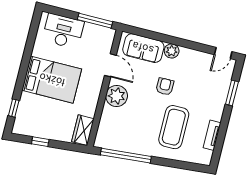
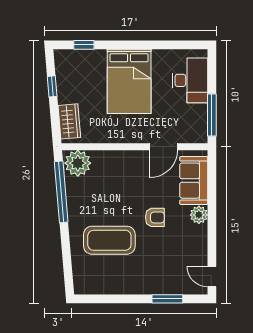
plant: (117, 96) -> (78, 163), moved
wardrobe: (83, 130) -> (69, 121), moved, turned 85
tv unit: (212, 135) -> (111, 288), removed

